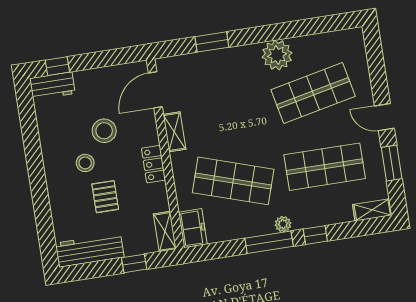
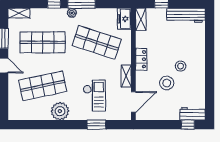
checkout: (223, 90) -> (94, 96), added
pallet: (105, 197) -> (172, 45), removed

